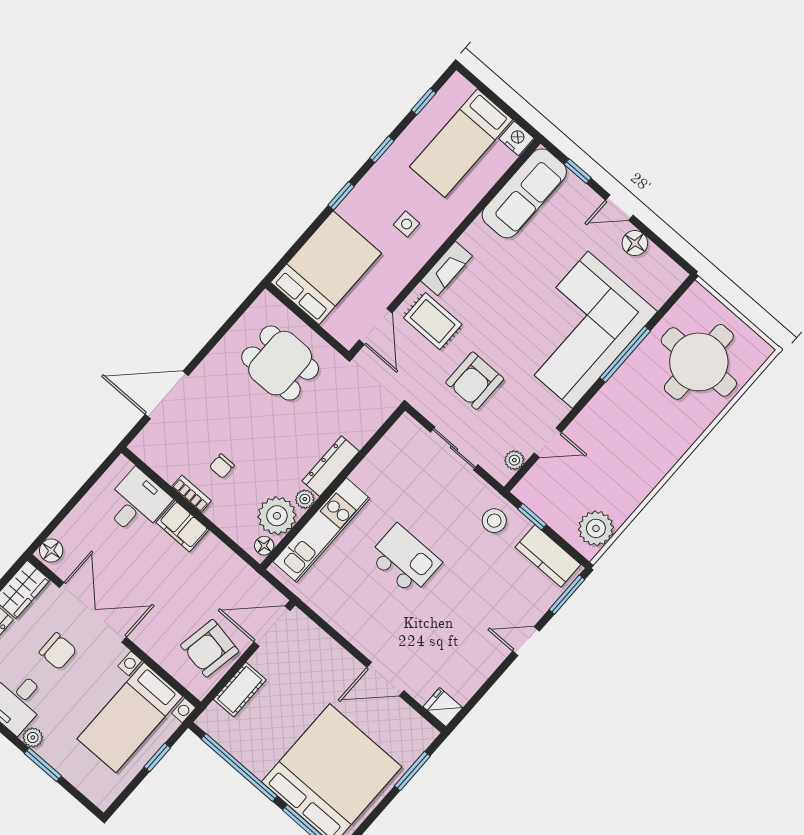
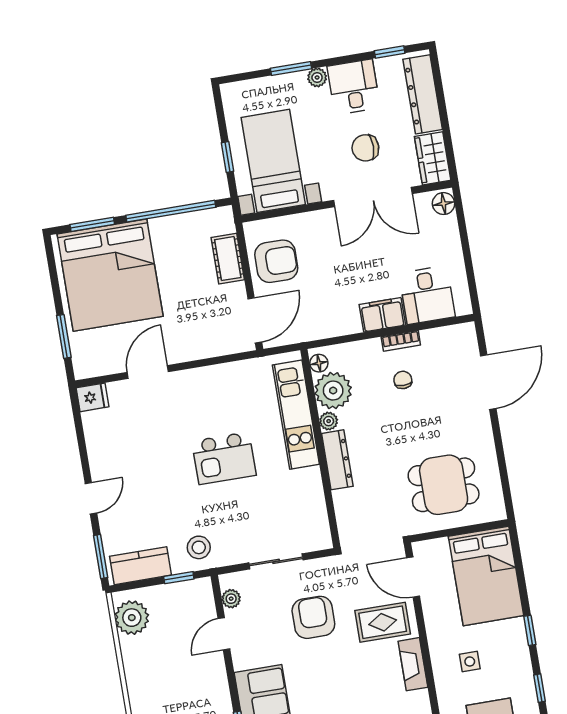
armchair: (210, 648) -> (276, 261), turned 80

